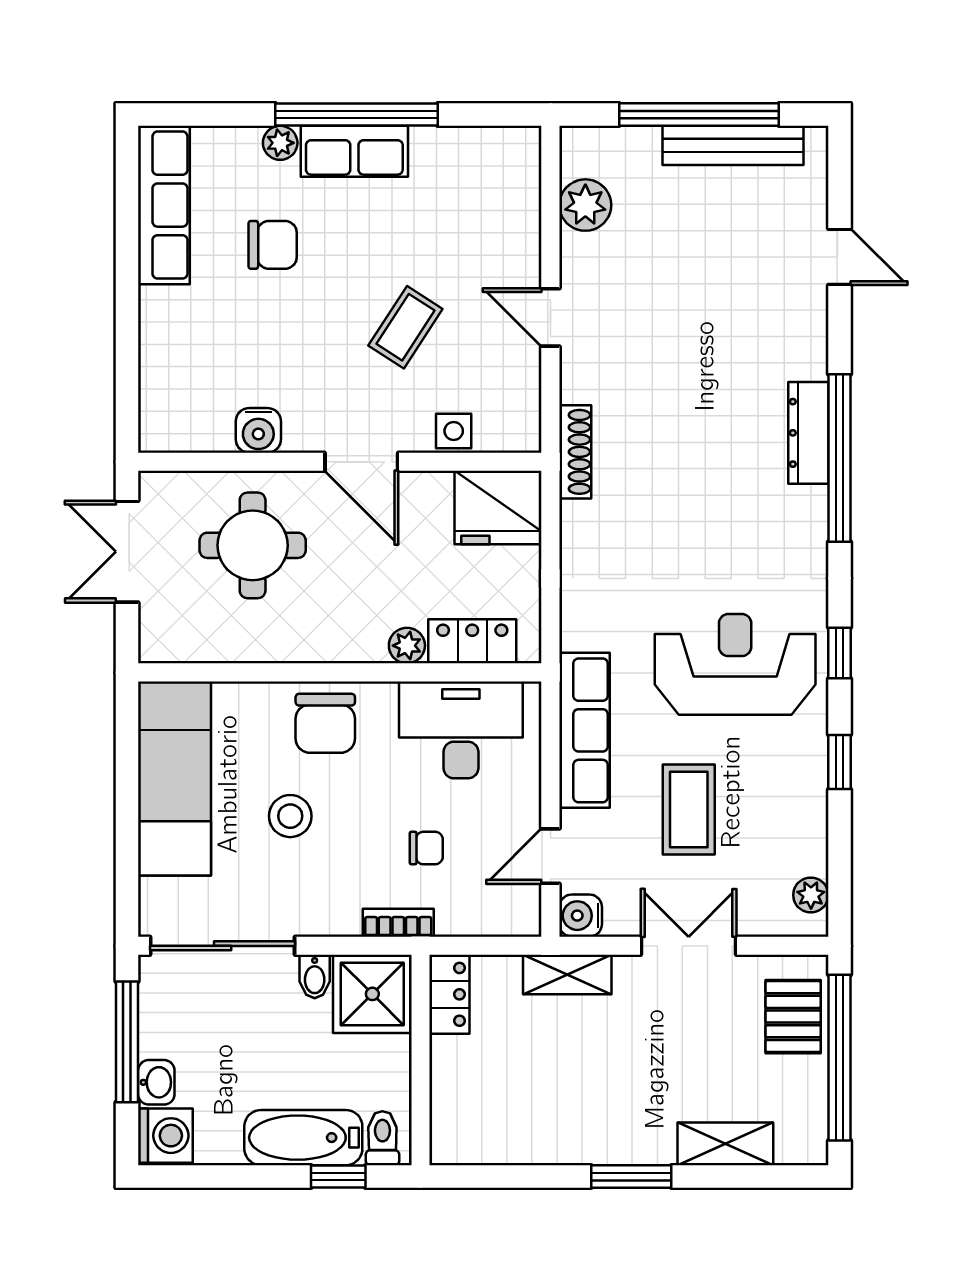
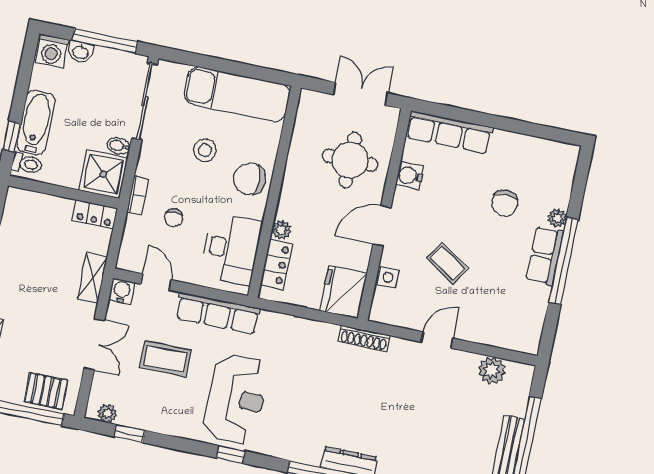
row of seats: (164, 205) -> (449, 132), moved
window: (839, 762) -> (130, 434), moved

